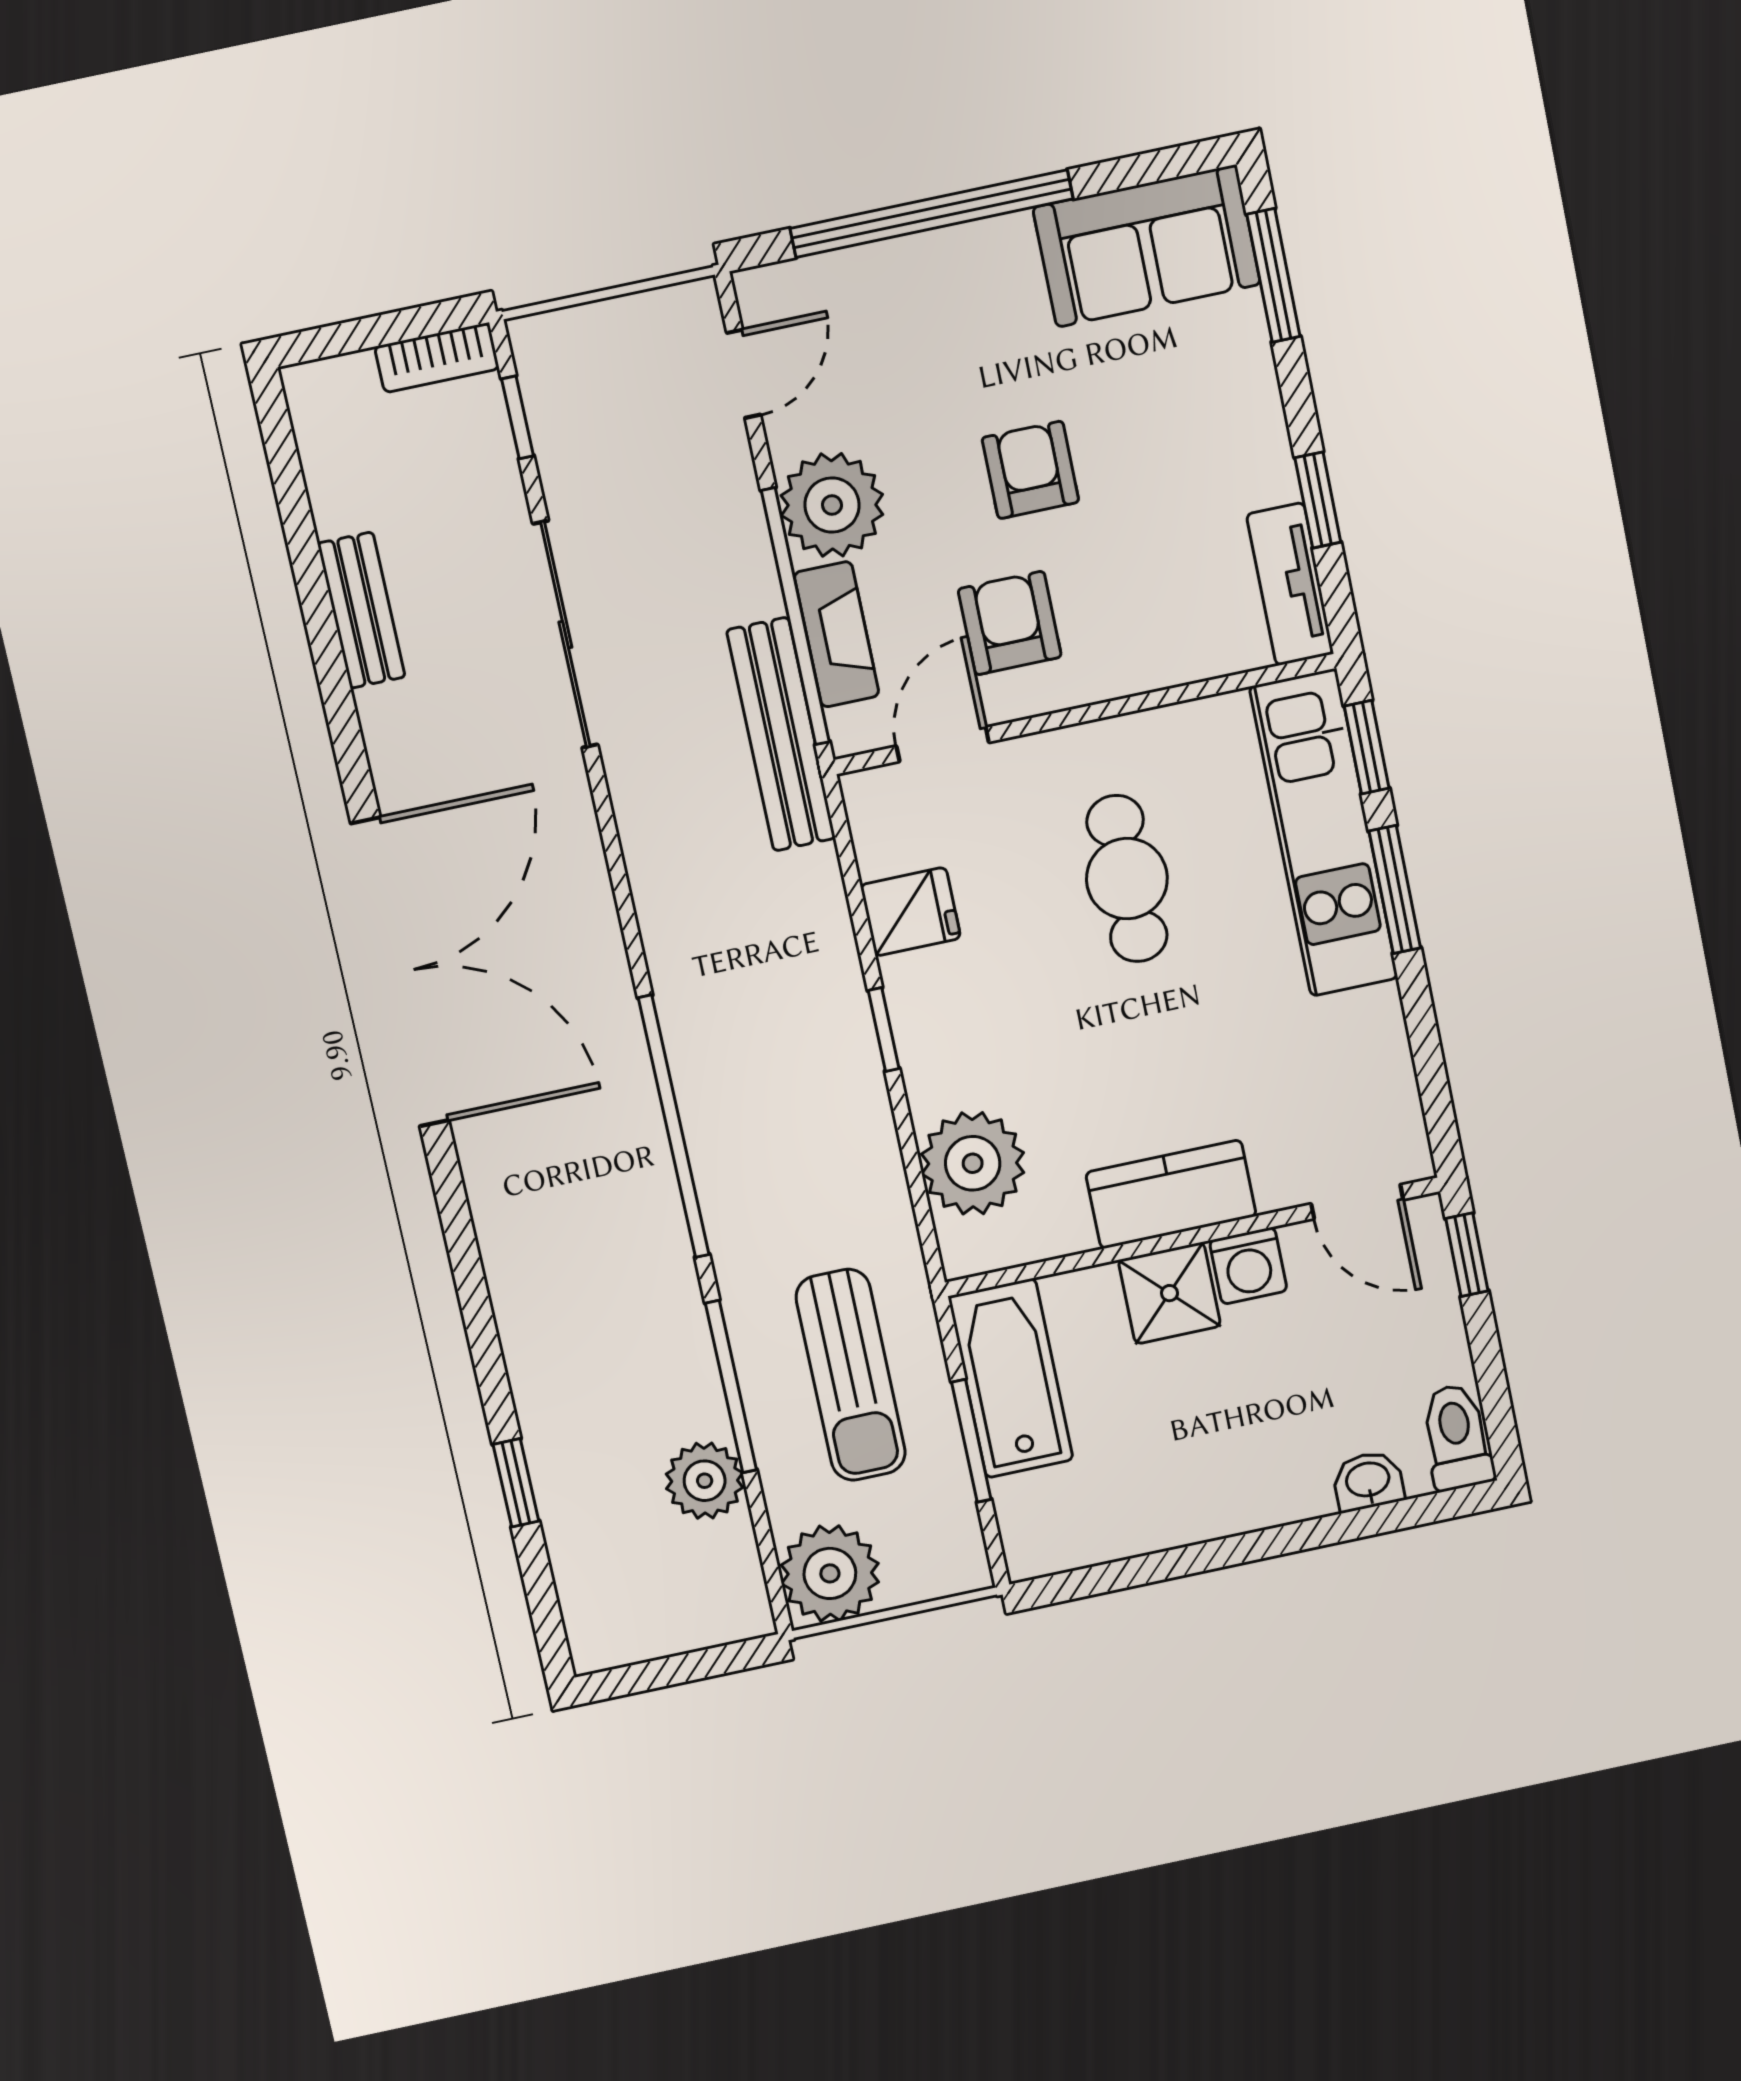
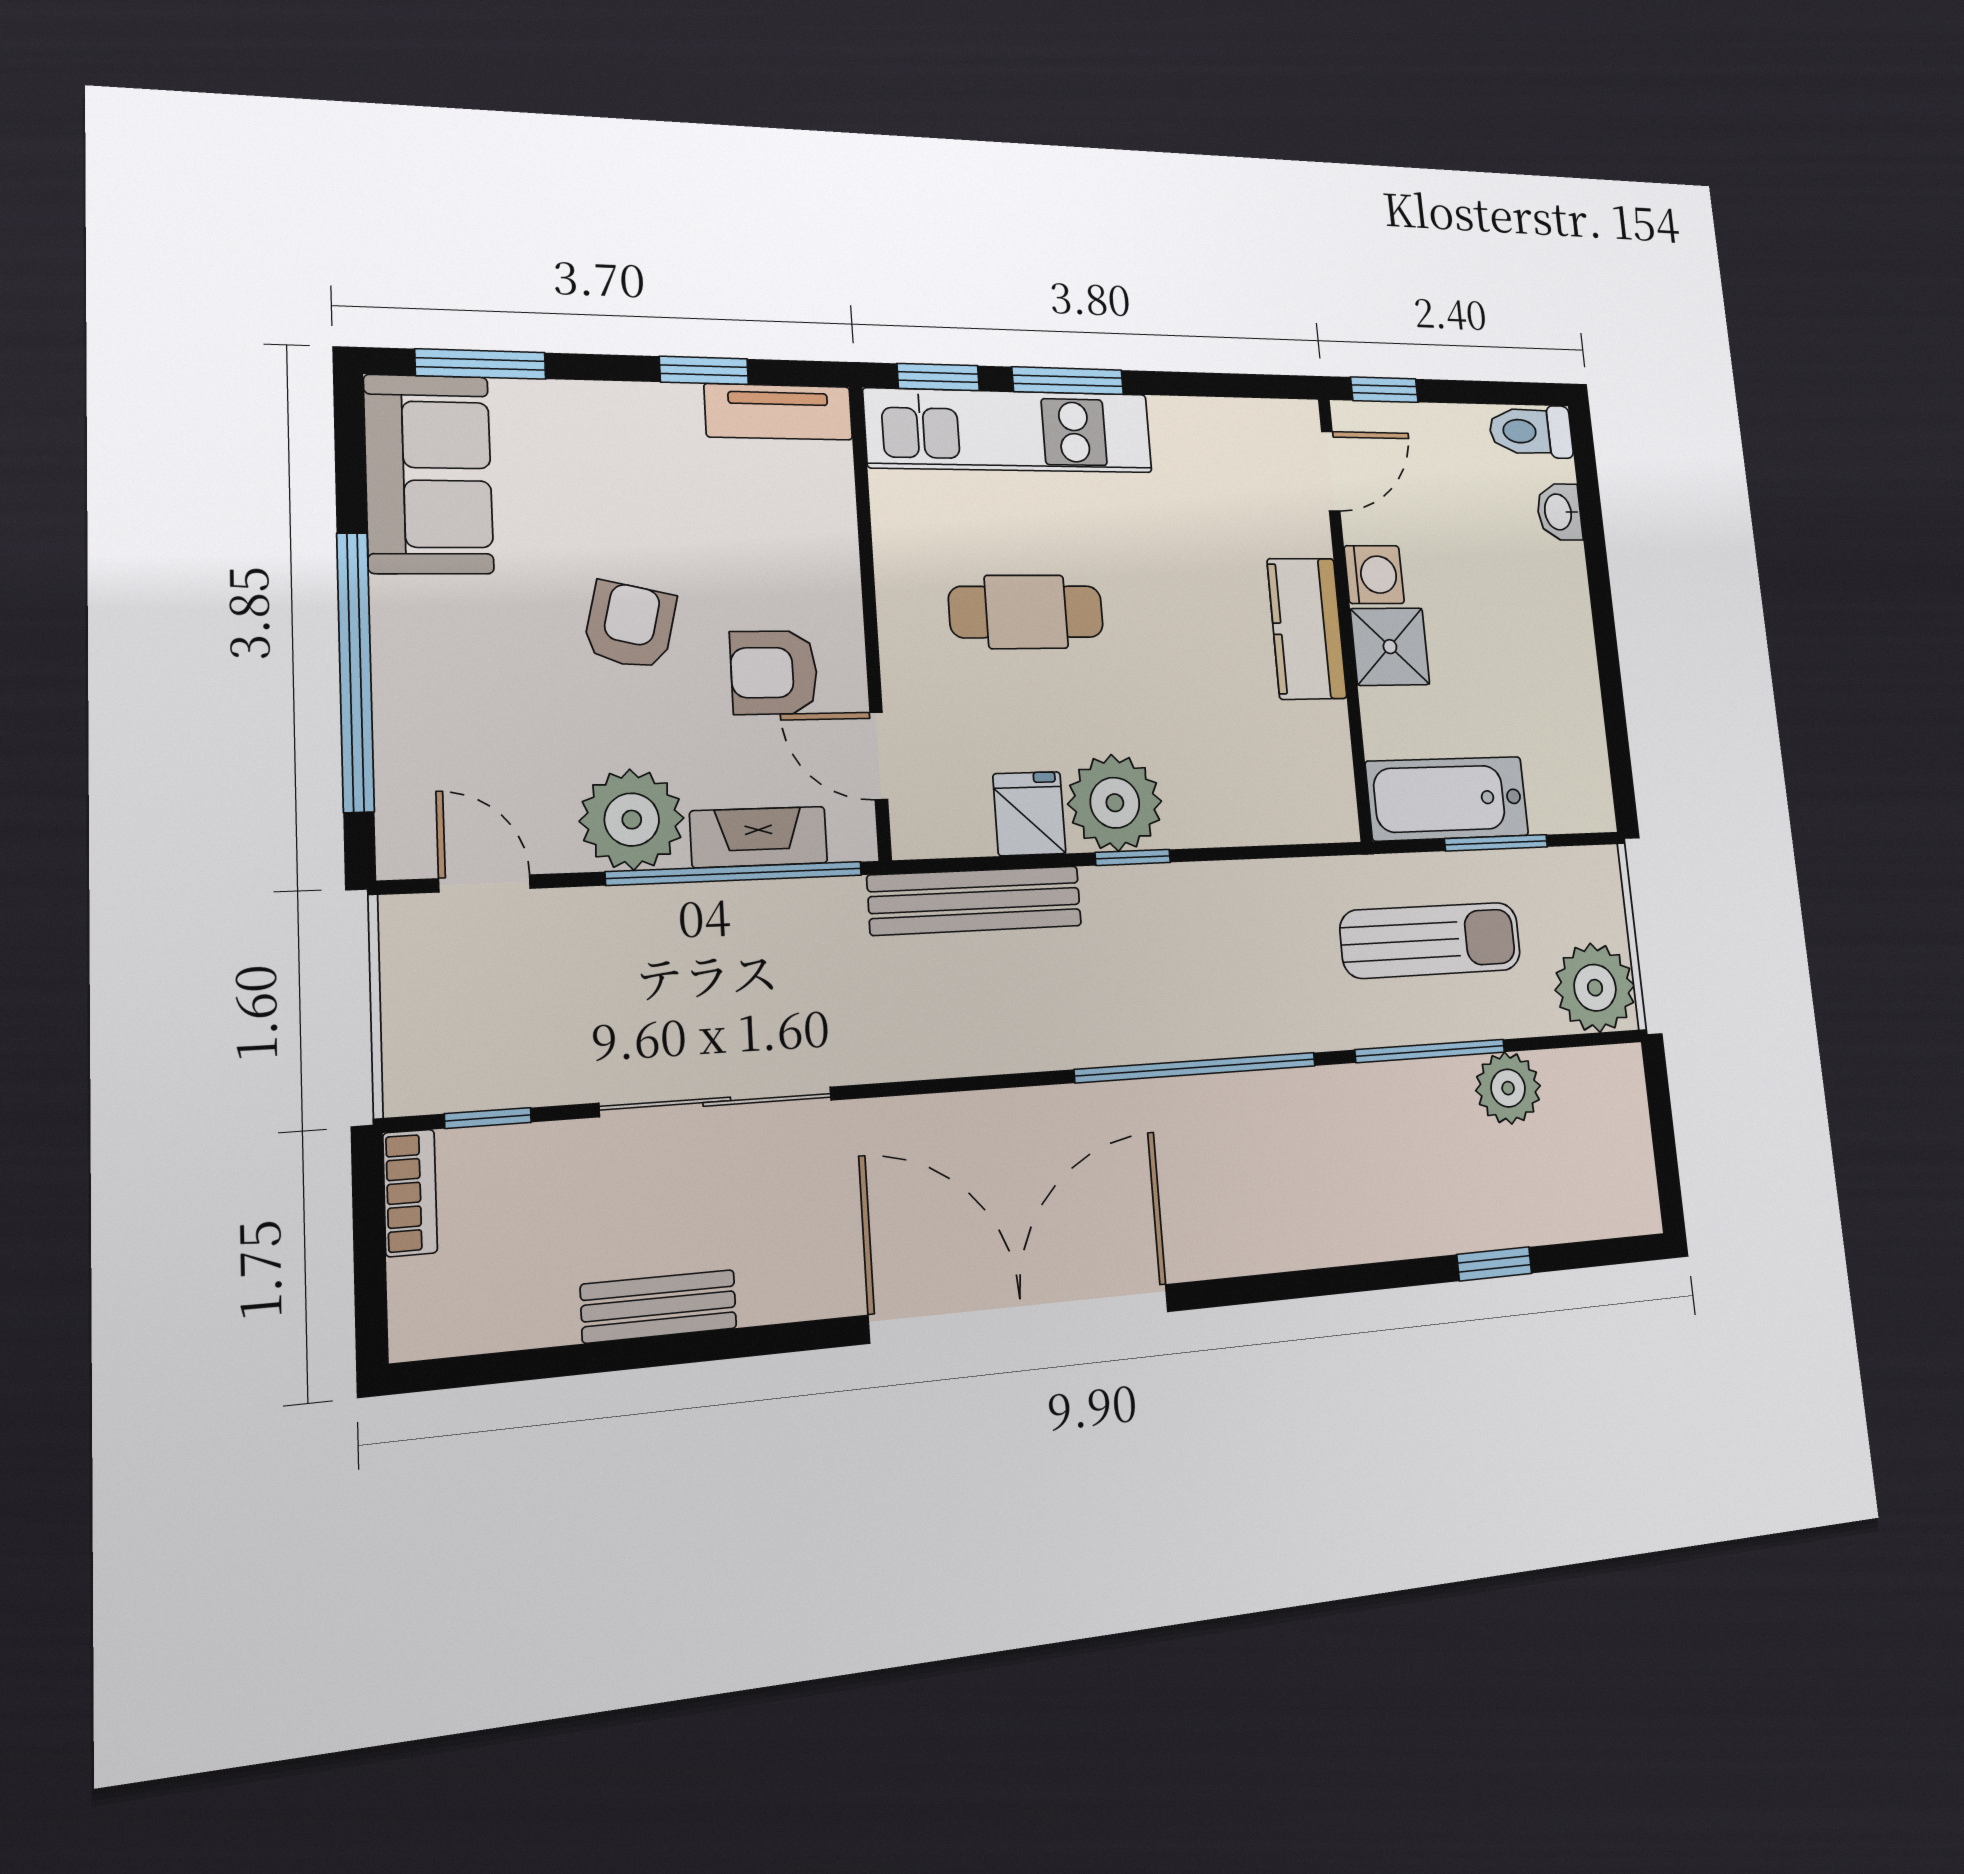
armchair: (1030, 470) -> (630, 625), turned 103
bench: (781, 734) -> (975, 901), moved
plant: (973, 1163) -> (1115, 803), moved

